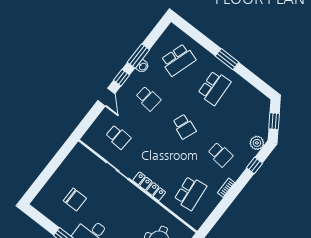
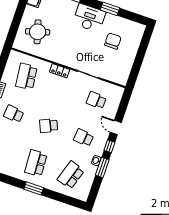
school desk: (184, 126) -> (49, 126), turned -45
locker: (149, 186) -> (60, 71), width x0.66
chair: (75, 199) -> (113, 41), turned 90

